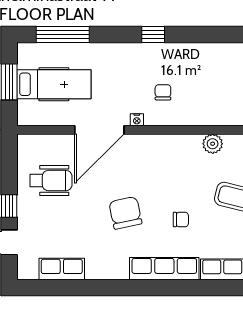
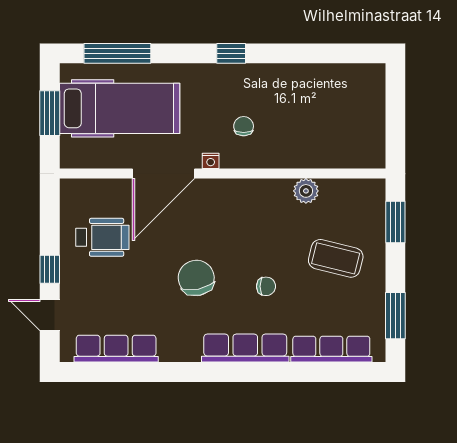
hospital bed: (54, 84) -> (120, 108), width x1.37, depth x1.29
row of seats: (62, 269) -> (116, 349), width x1.48

